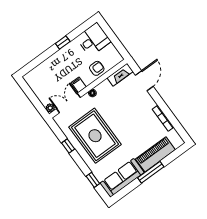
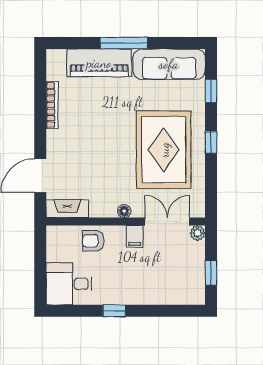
window: (30, 94) -> (211, 273), added
double door: (68, 103) -> (167, 221), swing flipped
window: (68, 146) -> (211, 142), moved

